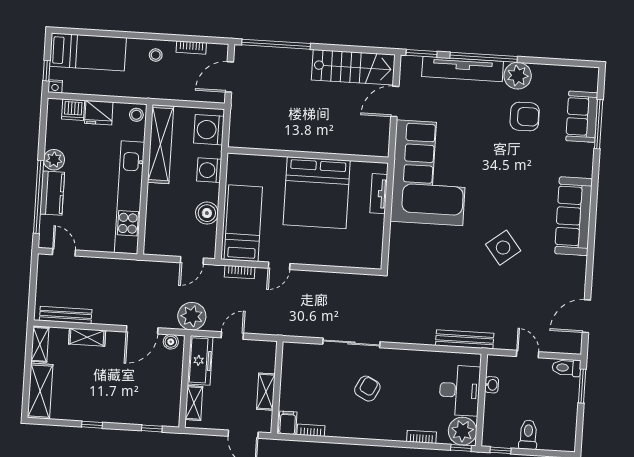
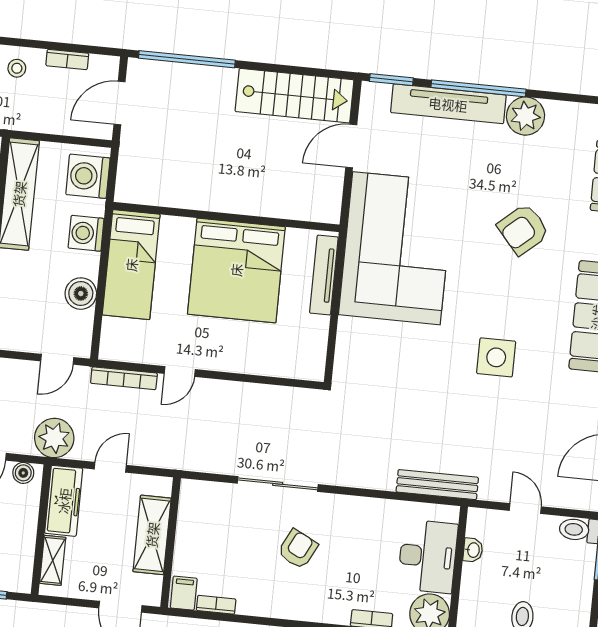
armchair: (525, 117) -> (523, 229), moved, turned 139
tv unit: (379, 194) -> (324, 275), width x1.41
bed: (243, 223) -> (131, 265), moved, turned 180
side table: (503, 248) -> (496, 357), turned 38
bookcase: (240, 272) -> (124, 378), width x1.56
shelving: (266, 392) -> (152, 535), width x1.50, depth x1.33

